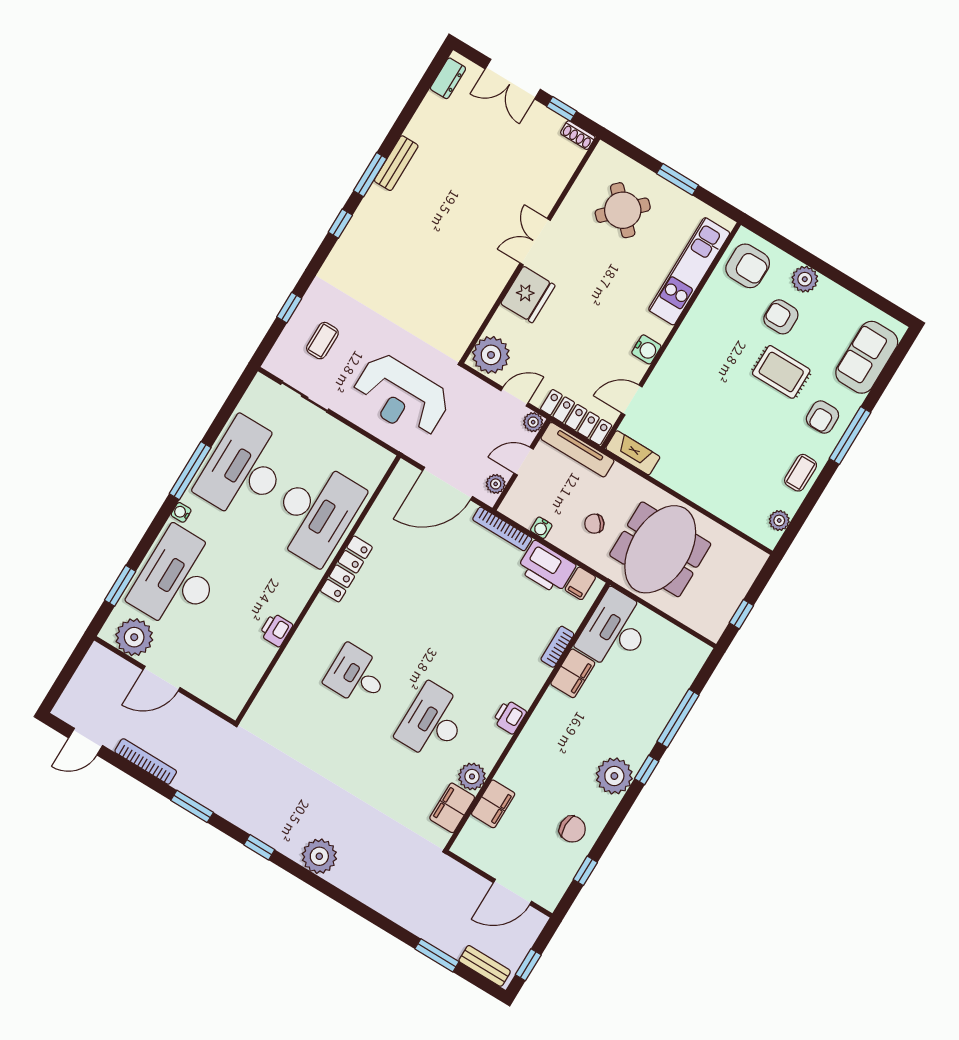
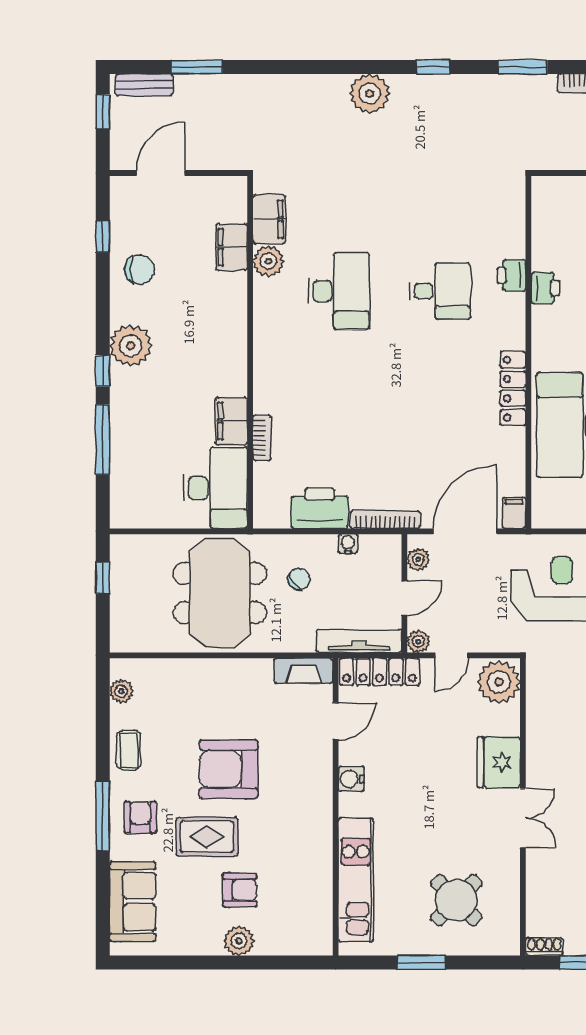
armchair: (748, 266) -> (229, 769), moved, width x1.36, depth x1.36
filing cabinet: (580, 583) -> (514, 513), moved
printer: (510, 717) -> (511, 275), moved, turned 180
chair: (572, 829) -> (140, 269), turned 180

